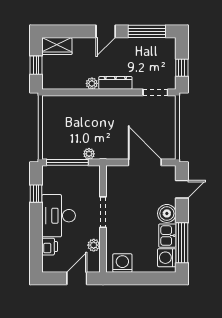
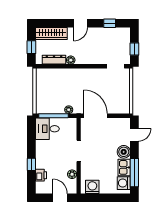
window: (147, 31) -> (110, 23), width x0.46
wardrobe: (57, 46) -> (51, 34), width x1.50
dresser: (115, 83) -> (54, 60), moved
door: (145, 162) -> (95, 116), moved
window: (36, 194) -> (31, 164), moved
desk: (59, 216) -> (47, 129), moved, width x0.73
door: (77, 278) -> (60, 198), hinge flipped

